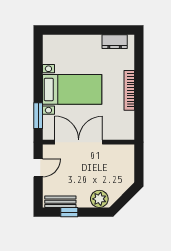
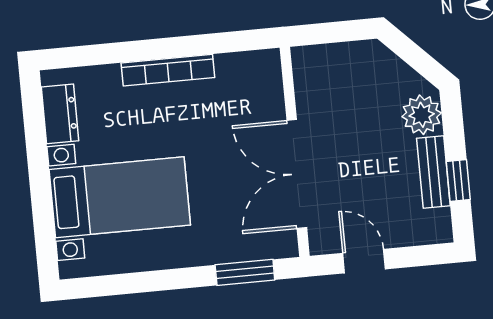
bed with nightstands: (72, 89) -> (120, 197), moved, turned 90
bench: (60, 202) -> (433, 172), moved

